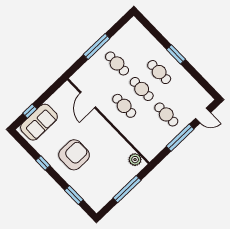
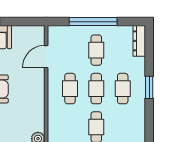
dresser: (140, 30) -> (139, 41), added
window: (97, 47) -> (93, 22), width x1.46

